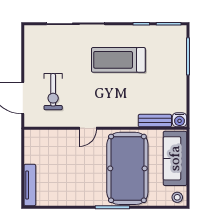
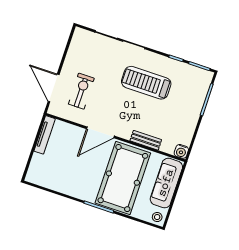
exercise bike: (53, 92) -> (81, 91), turned 180
bench: (155, 121) -> (146, 140), moved
door: (88, 128) -> (100, 132), width x1.88
tv unit: (30, 185) -> (45, 135), moved

